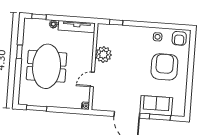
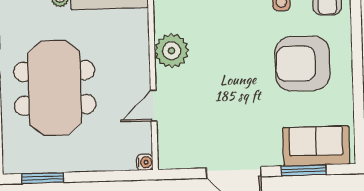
armchair: (164, 67) -> (302, 63), turned -90
sofa: (156, 106) -> (316, 146), moved

